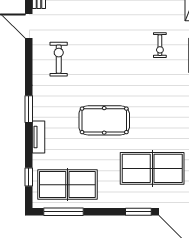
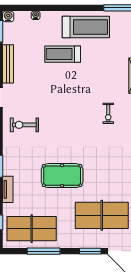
exercise bike: (59, 59) -> (24, 125), turned -90
window: (63, 212) -> (44, 251), moved

